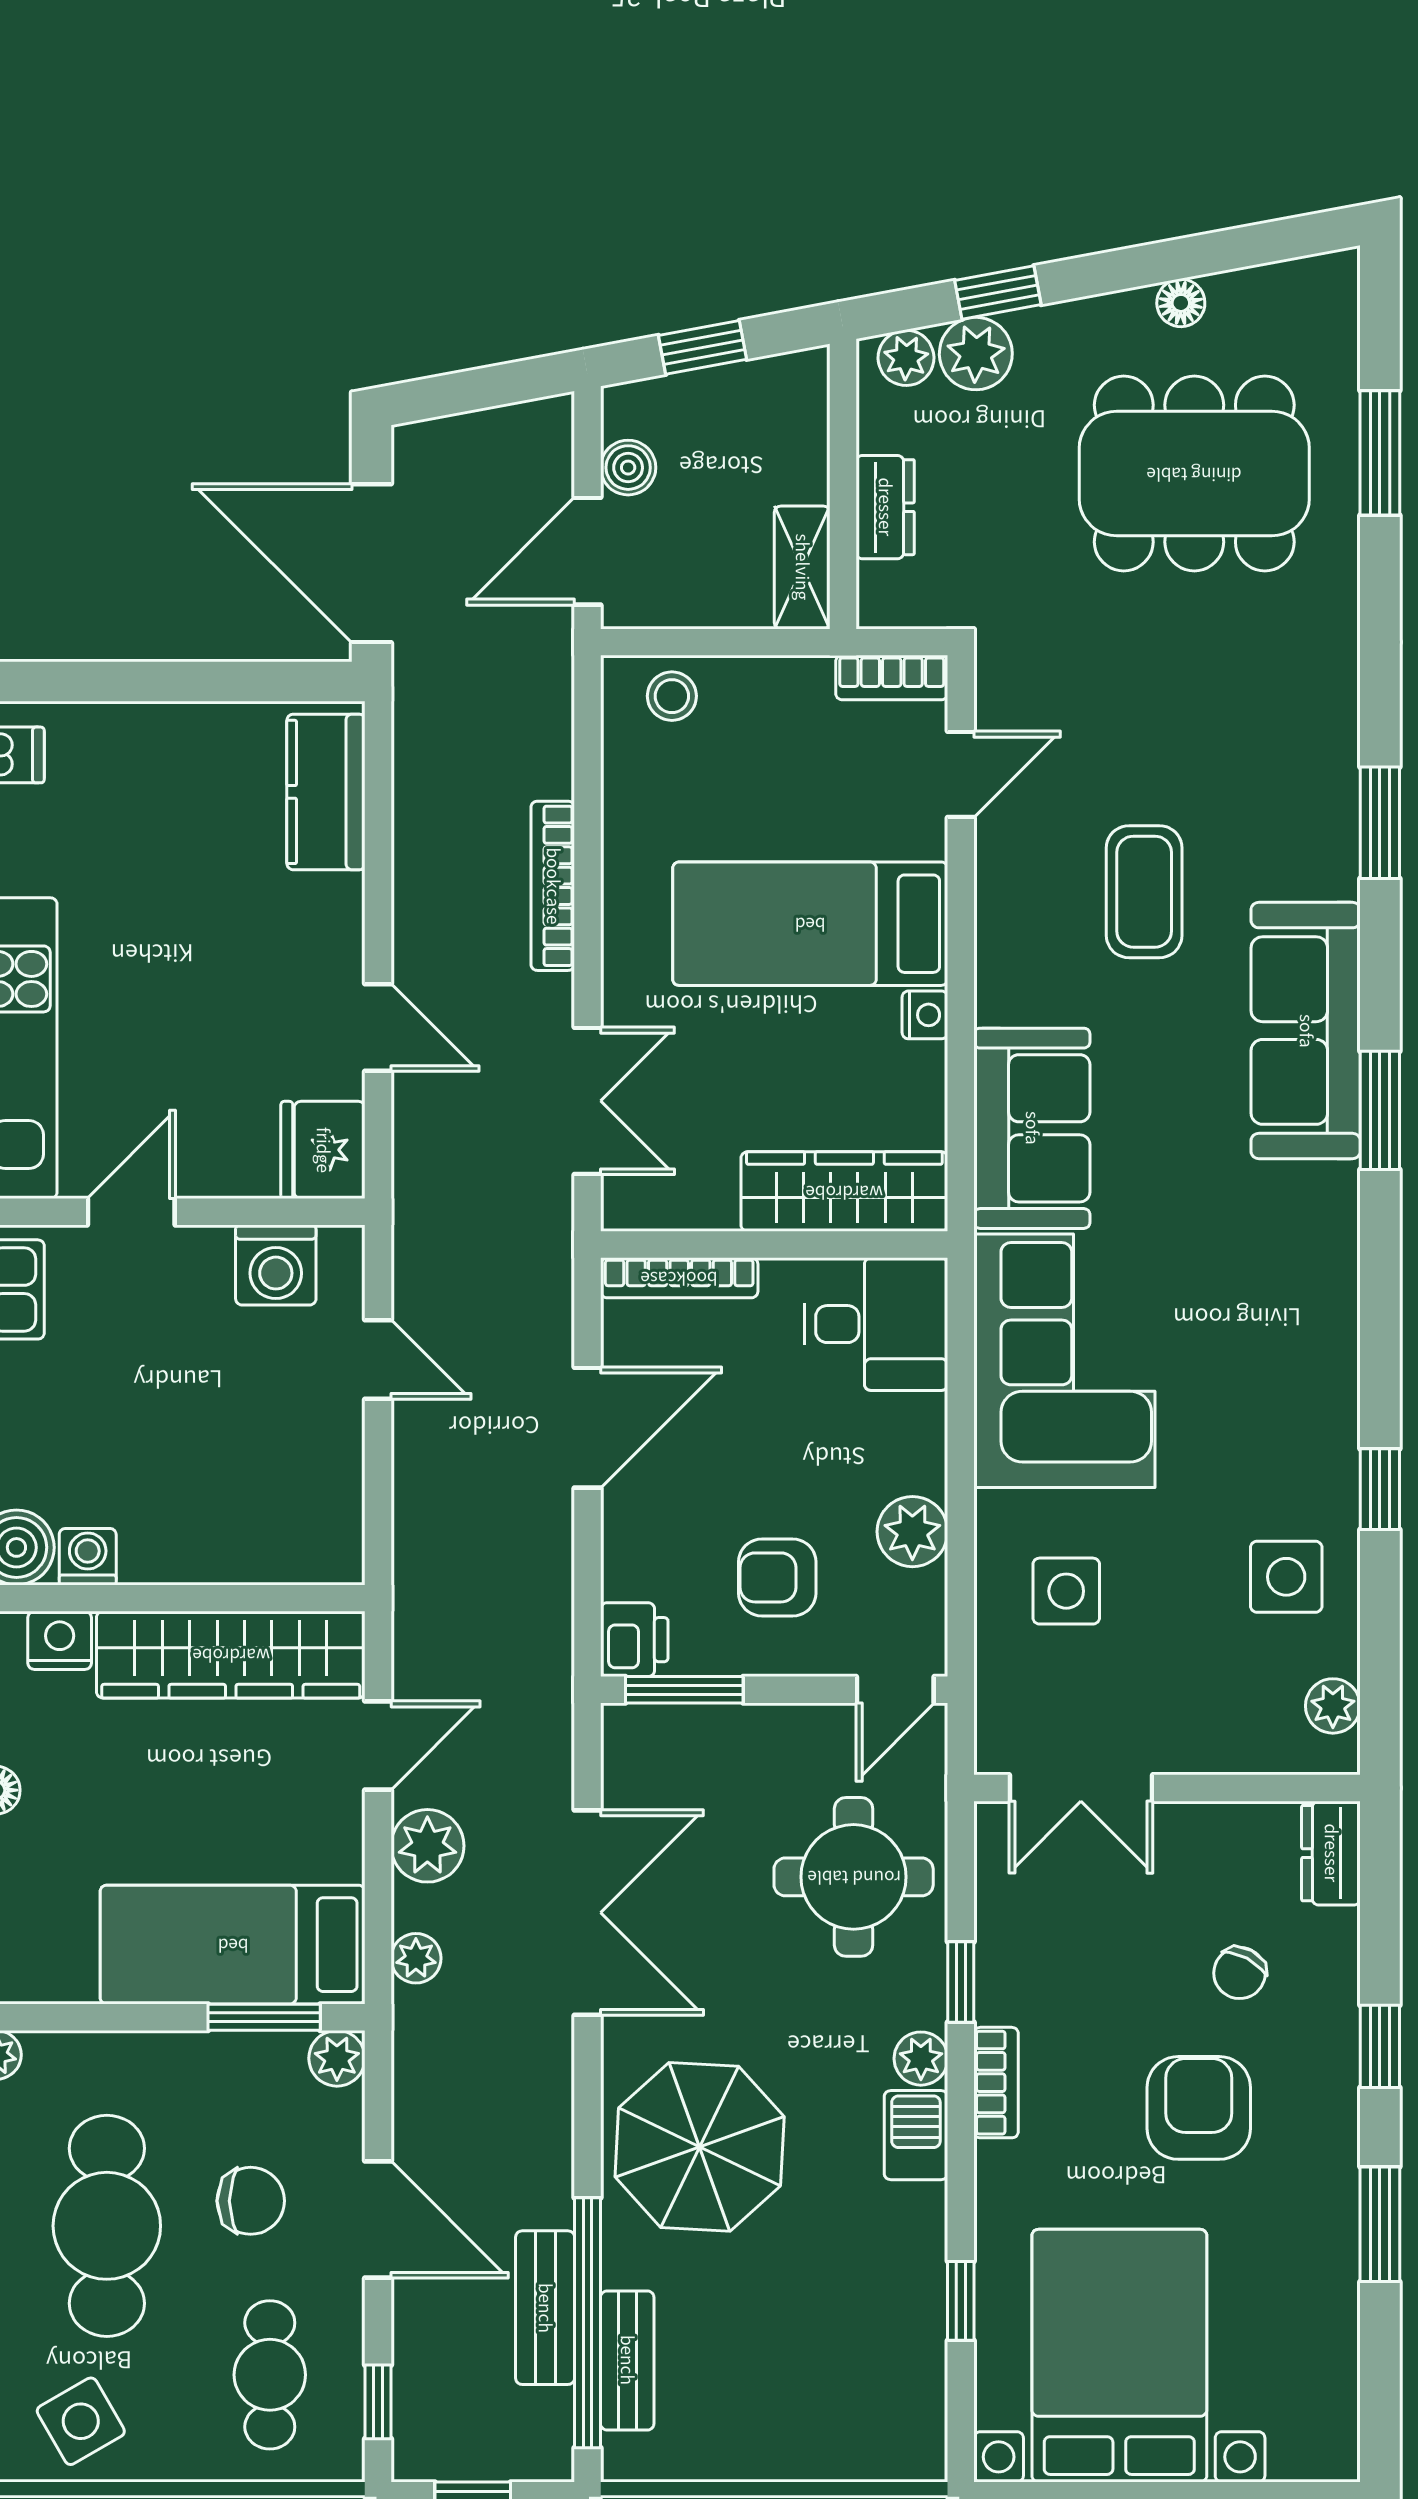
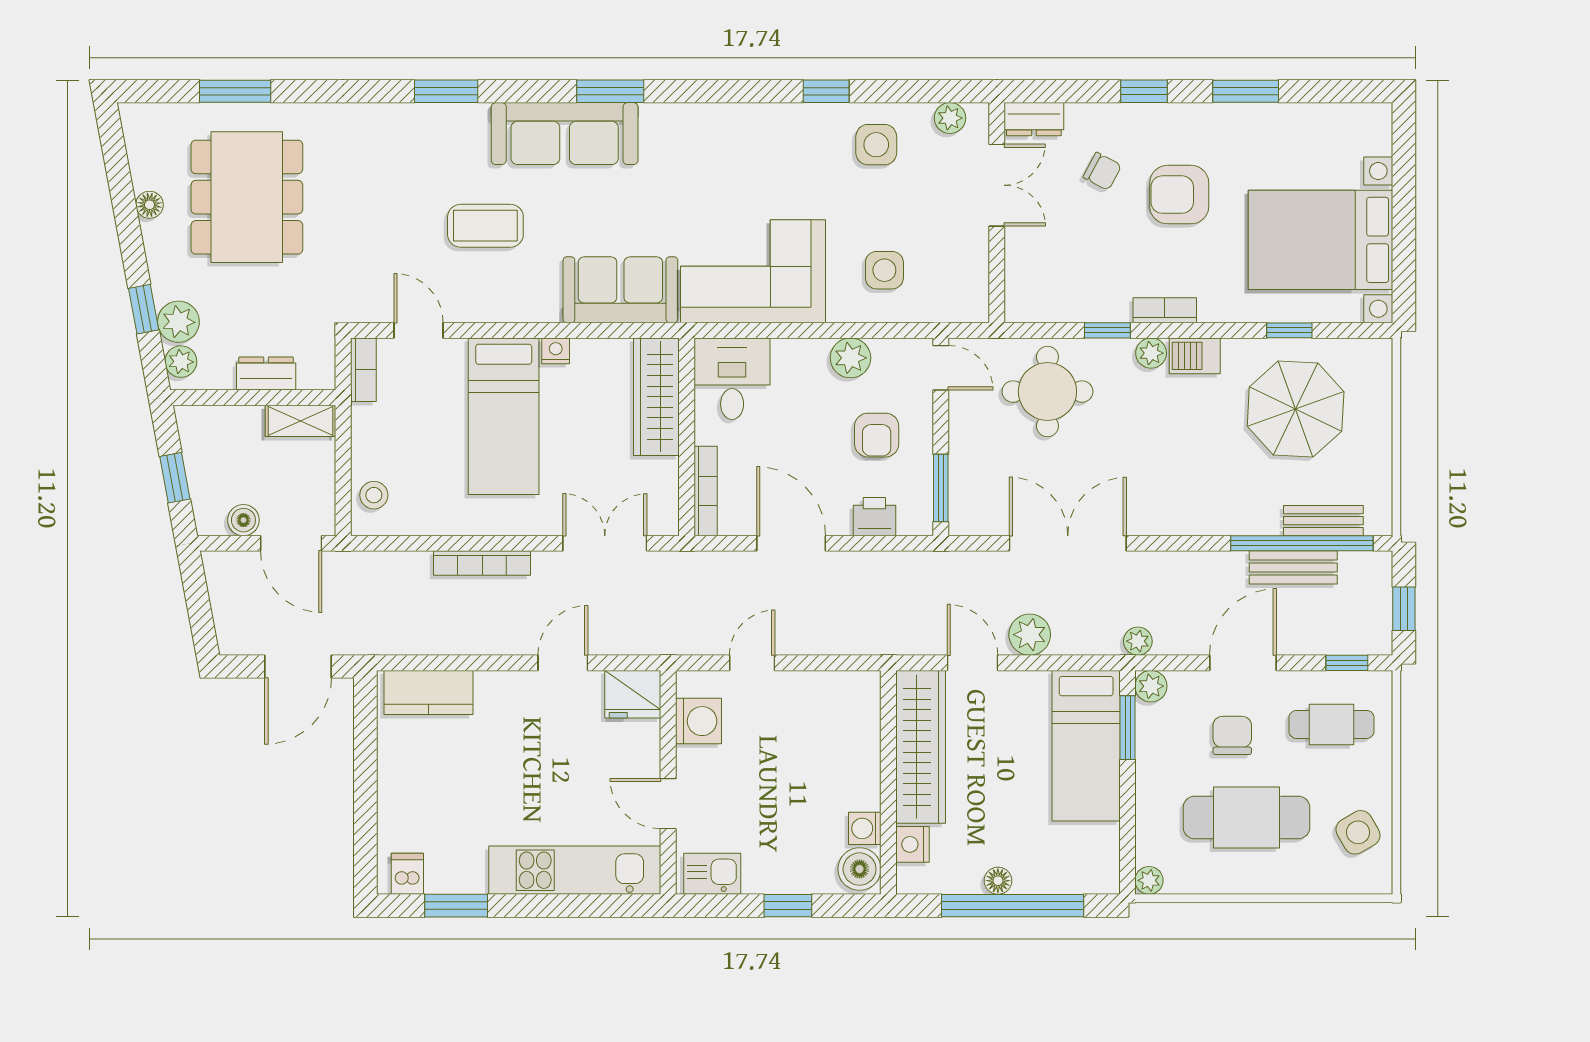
door: (371, 563) -> (298, 667), width x0.73
printer: (634, 1640) -> (874, 517), moved
double door: (1081, 1788) -> (997, 185), moved
plant: (416, 1958) -> (1138, 641), moved
parasol: (700, 2147) -> (1296, 409), moved

